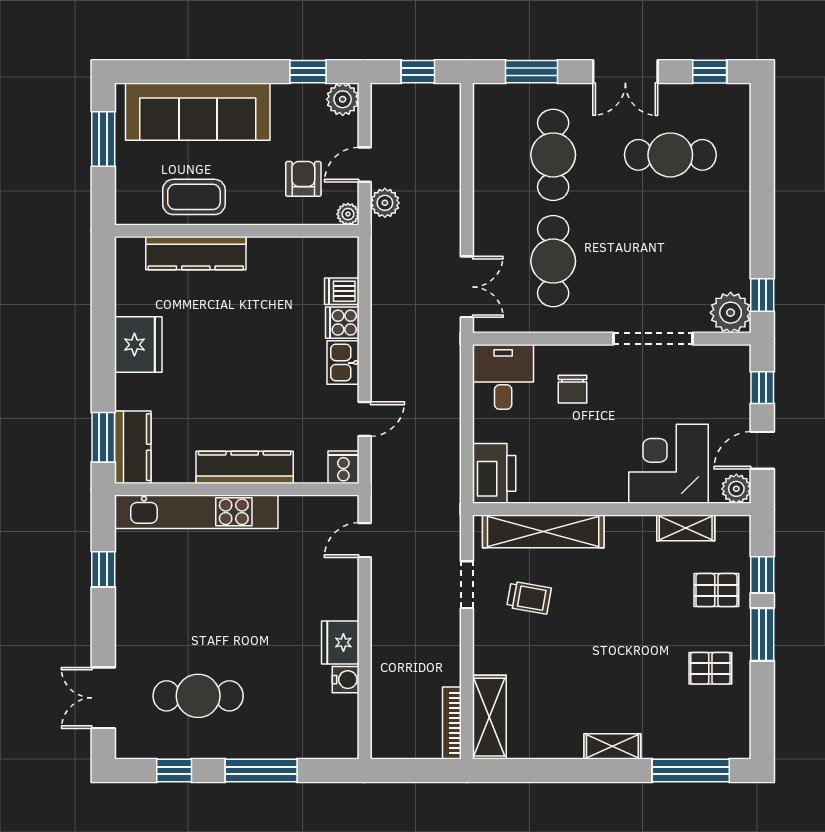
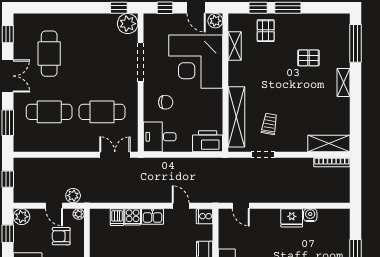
corner desk: (668, 464) -> (196, 62), width x1.36, depth x1.36
pallet: (710, 668) -> (308, 58), moved, turned 90

